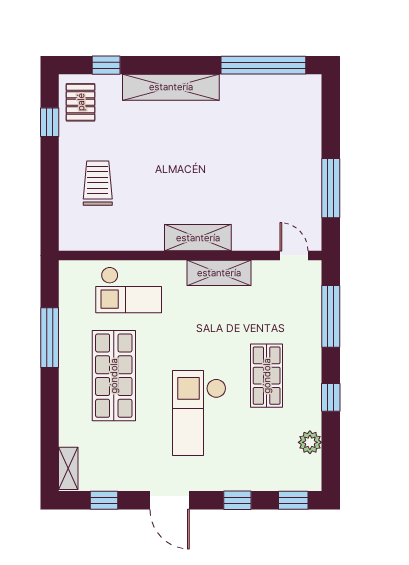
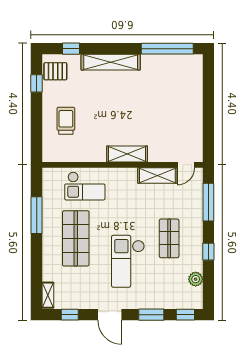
pallet: (81, 102) -> (55, 71), turned 90
window: (331, 188) -> (208, 124), removed
door: (294, 255) -> (186, 165), swing flipped
shelving: (219, 273) -> (157, 176), moved
window: (237, 500) -> (151, 315), width x1.50

